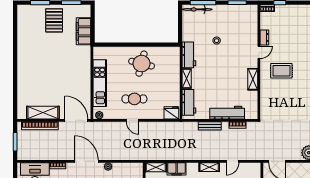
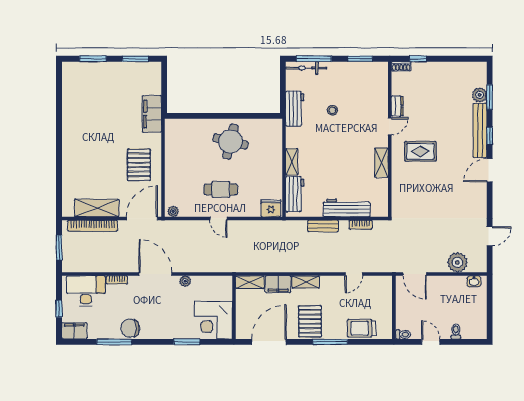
pallet: (54, 20) -> (139, 165), moved
filing cabinet: (84, 31) -> (152, 114), moved
workbench: (189, 55) -> (295, 109), moved
kitchen unit: (100, 83) -> (174, 168), removed
door: (76, 120) -> (142, 218), hinge flipped
shelving: (209, 167) -> (306, 282), moved

